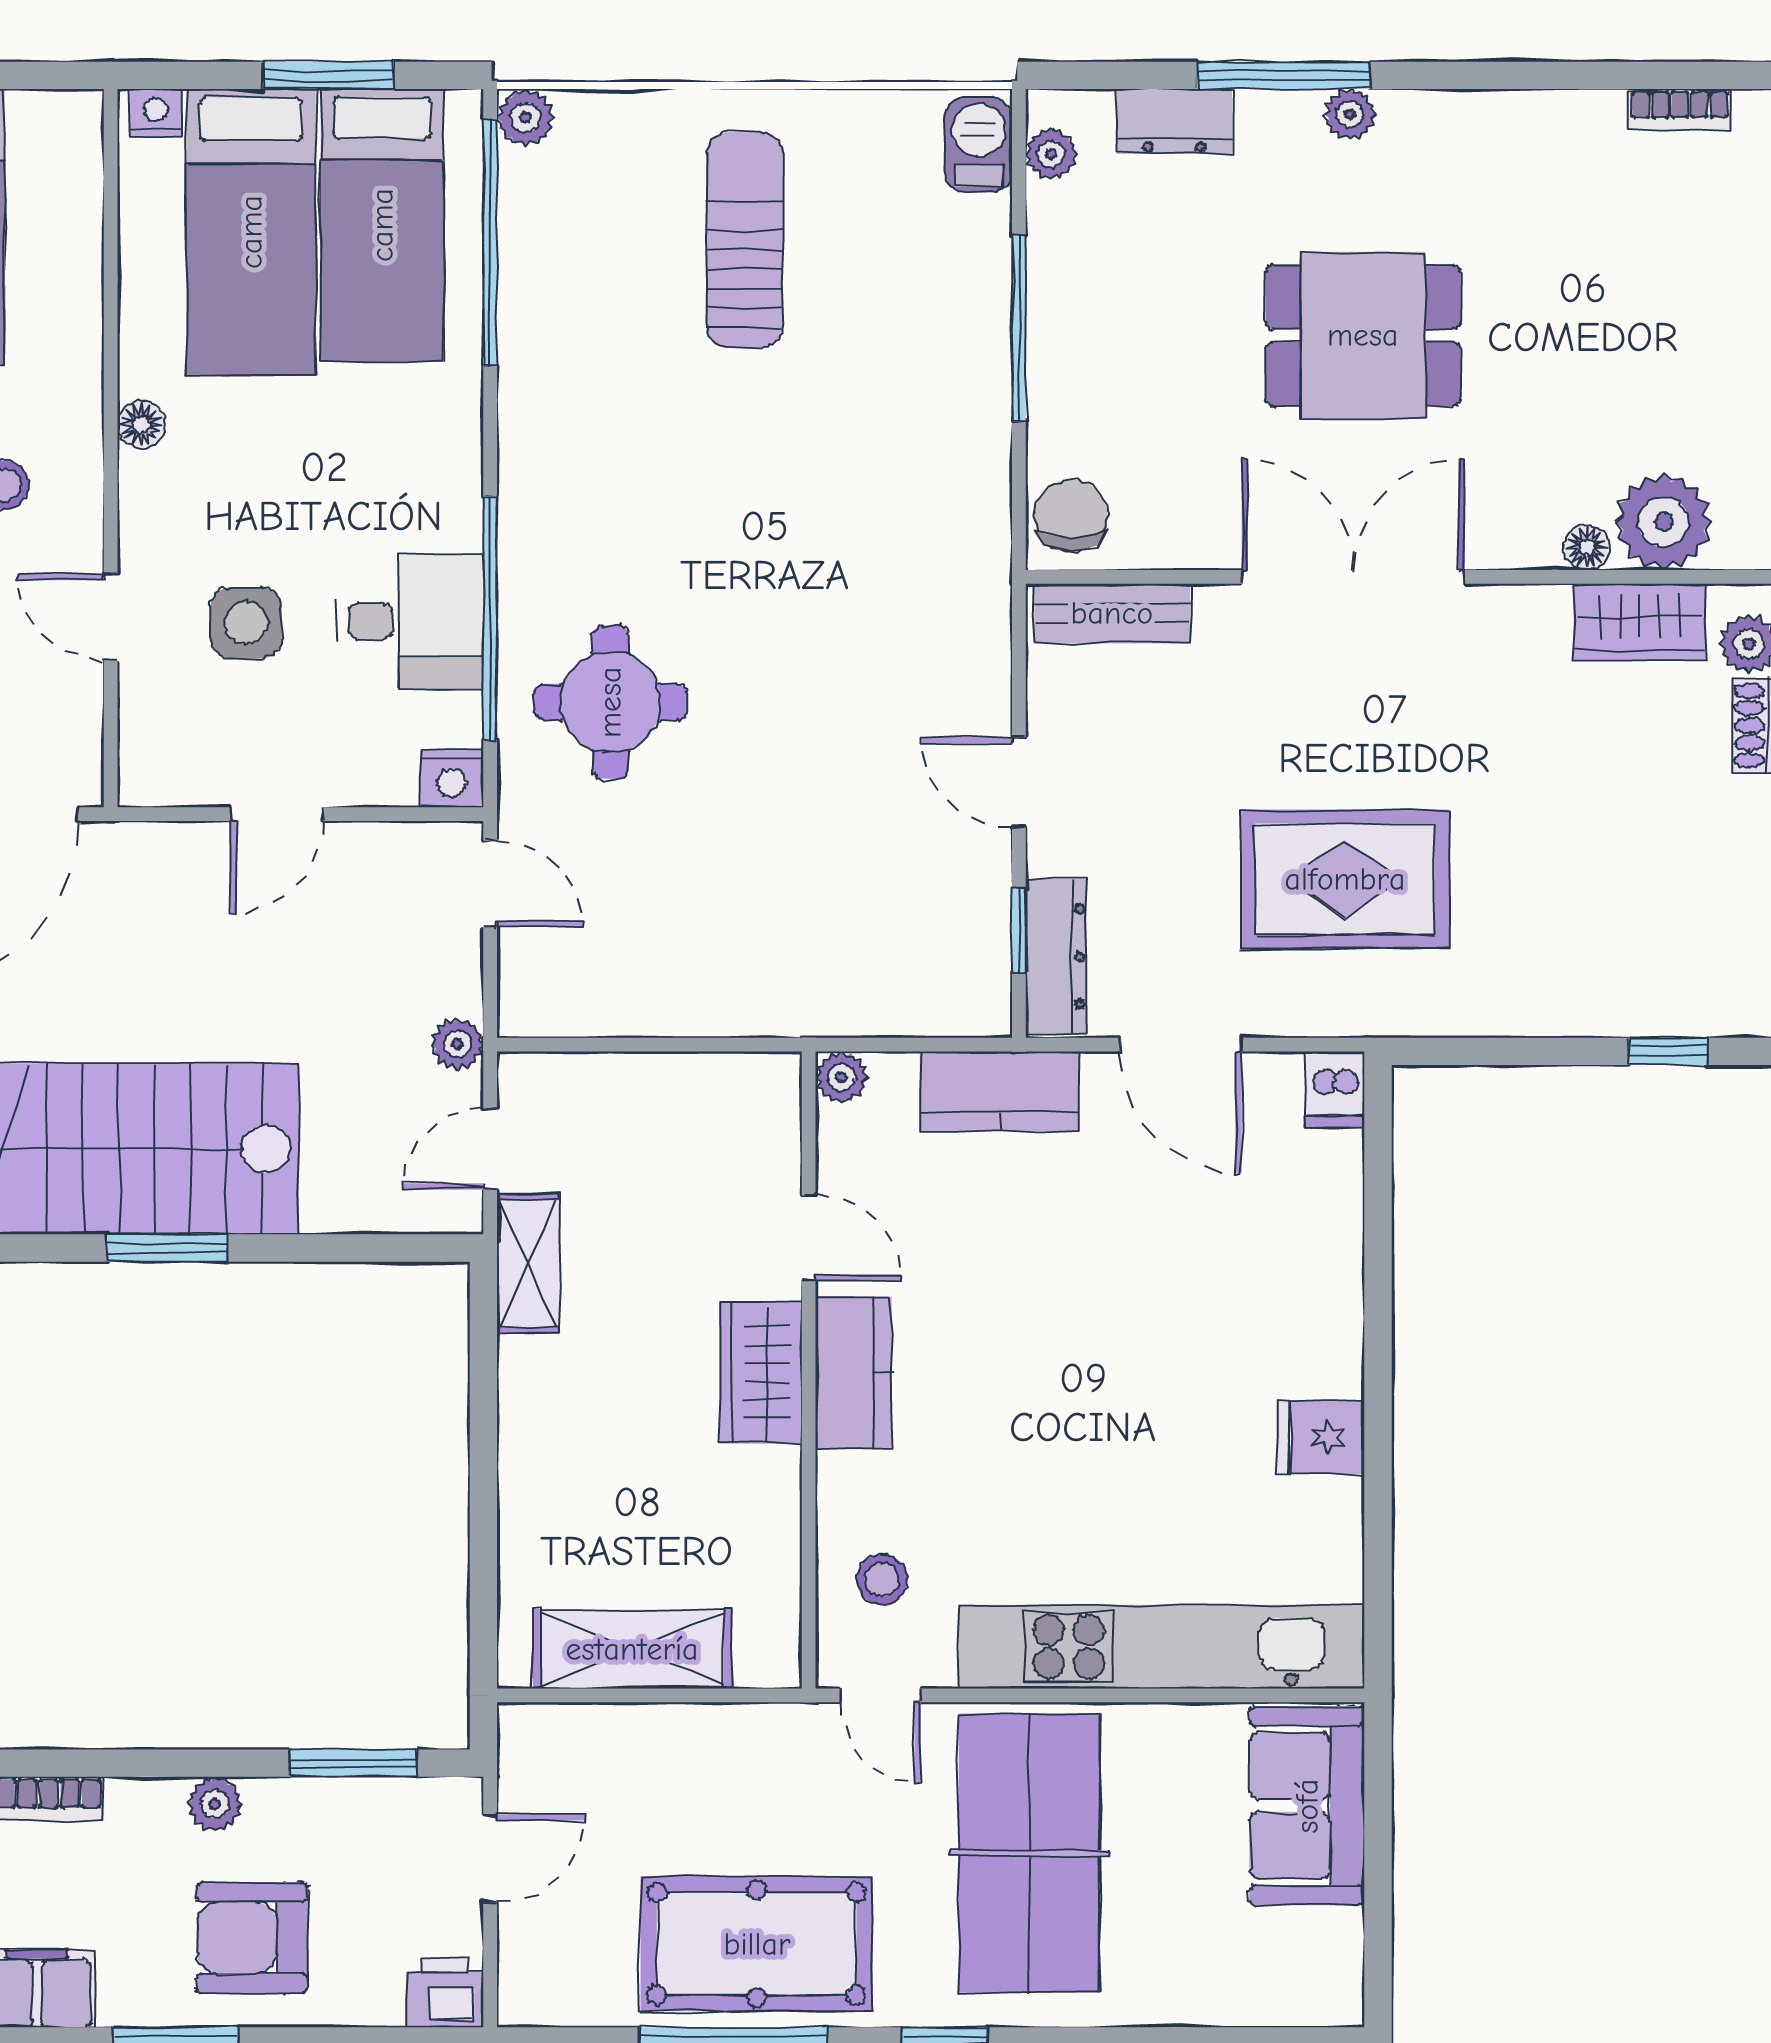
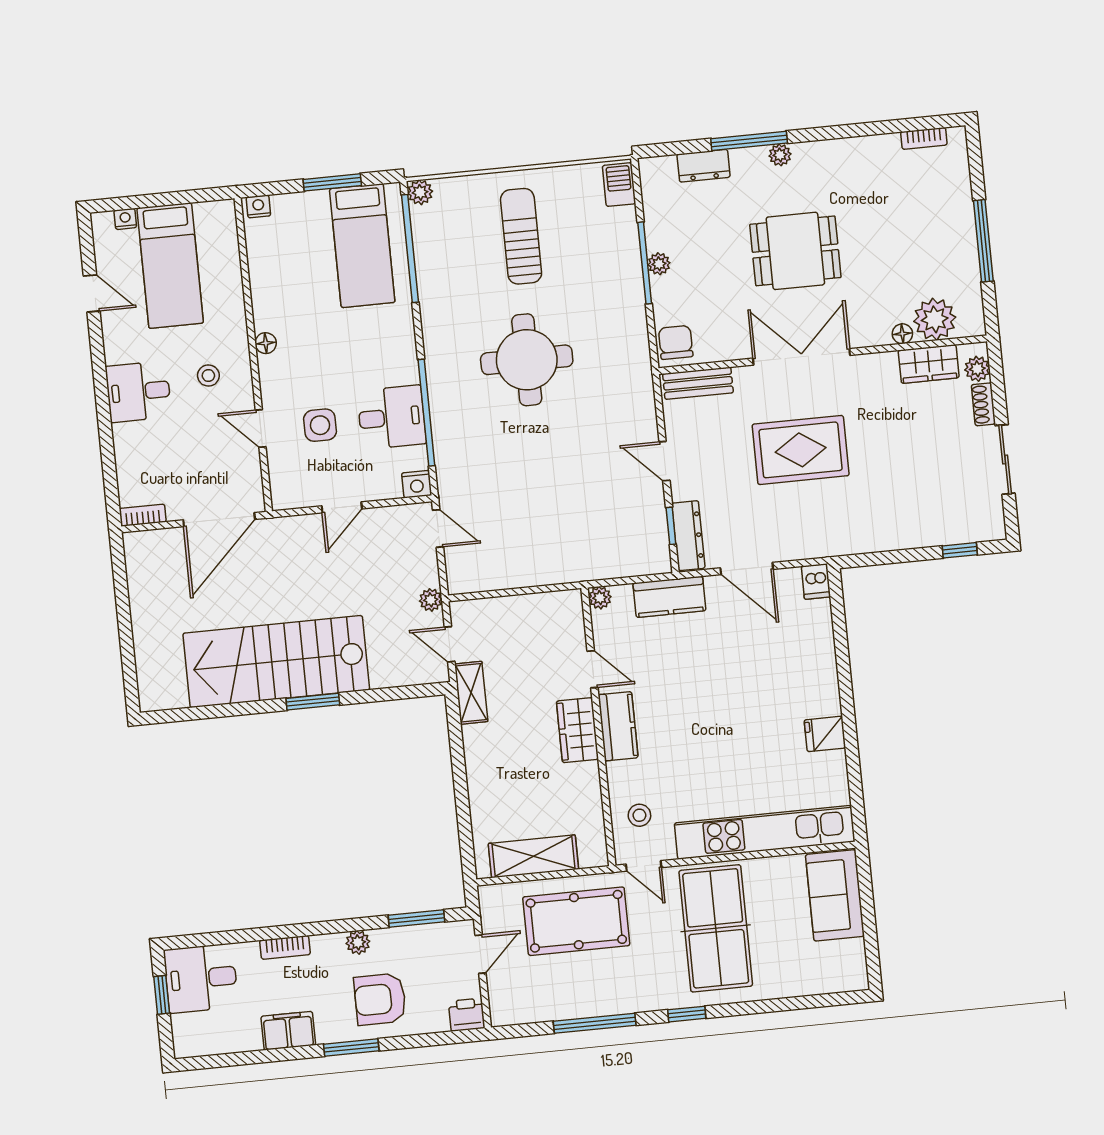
plant: (1051, 154) -> (659, 264), moved
bed: (251, 232) -> (305, 254), removed
round table: (610, 702) -> (527, 360), moved, width x1.36, depth x1.36
rug: (1345, 879) -> (801, 450), moved
door: (490, 1149) -> (450, 644), hinge flipped
pool table: (757, 1944) -> (576, 921), moved

